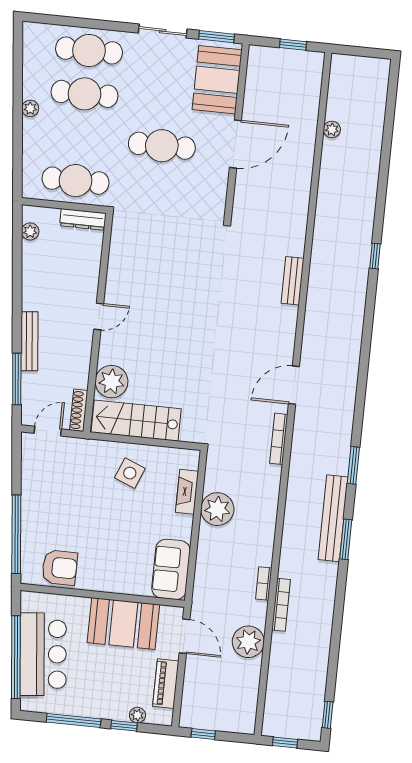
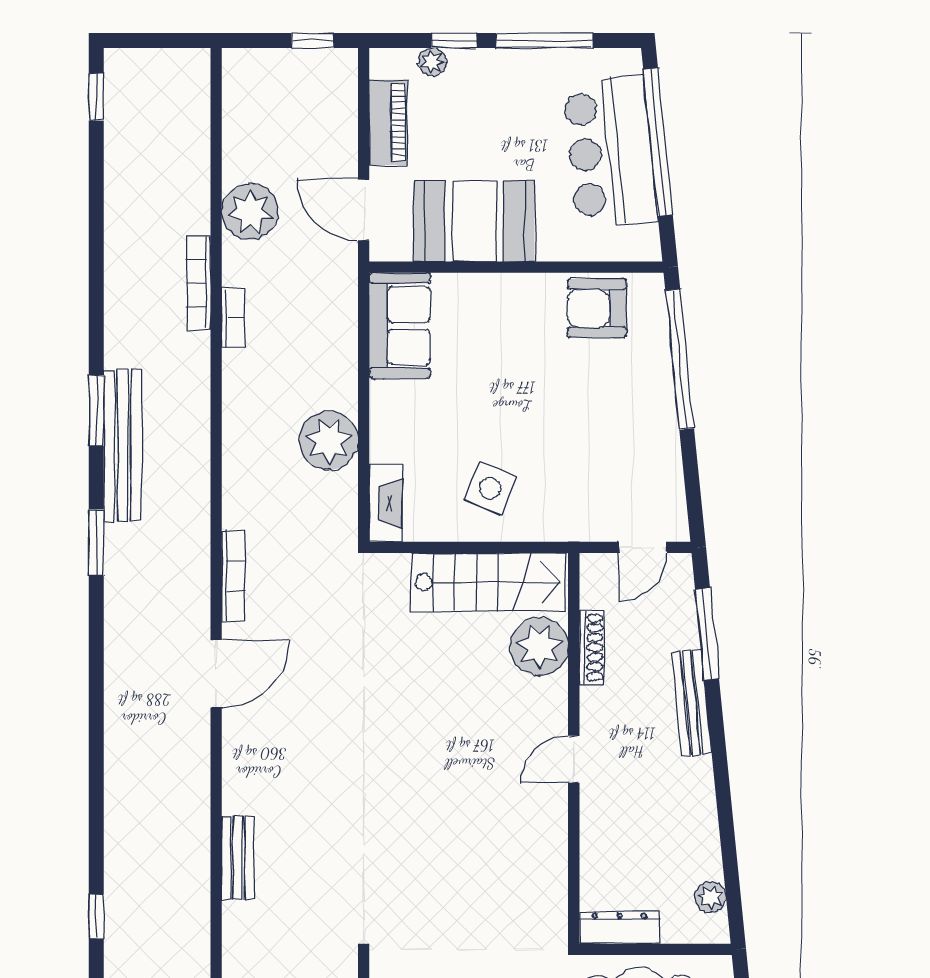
shoe rack: (79, 410) -> (592, 647), moved
fireplace: (187, 492) -> (386, 503), moved
window: (285, 742) -> (166, 40), removed

